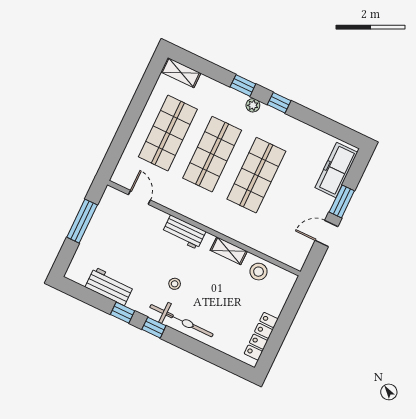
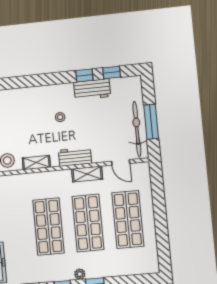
shelving: (181, 73) -> (87, 174), moved
workbench: (109, 286) -> (92, 89), moved
bicycle: (181, 321) -> (137, 129), moved, turned 90
window: (154, 328) -> (112, 73), moved

